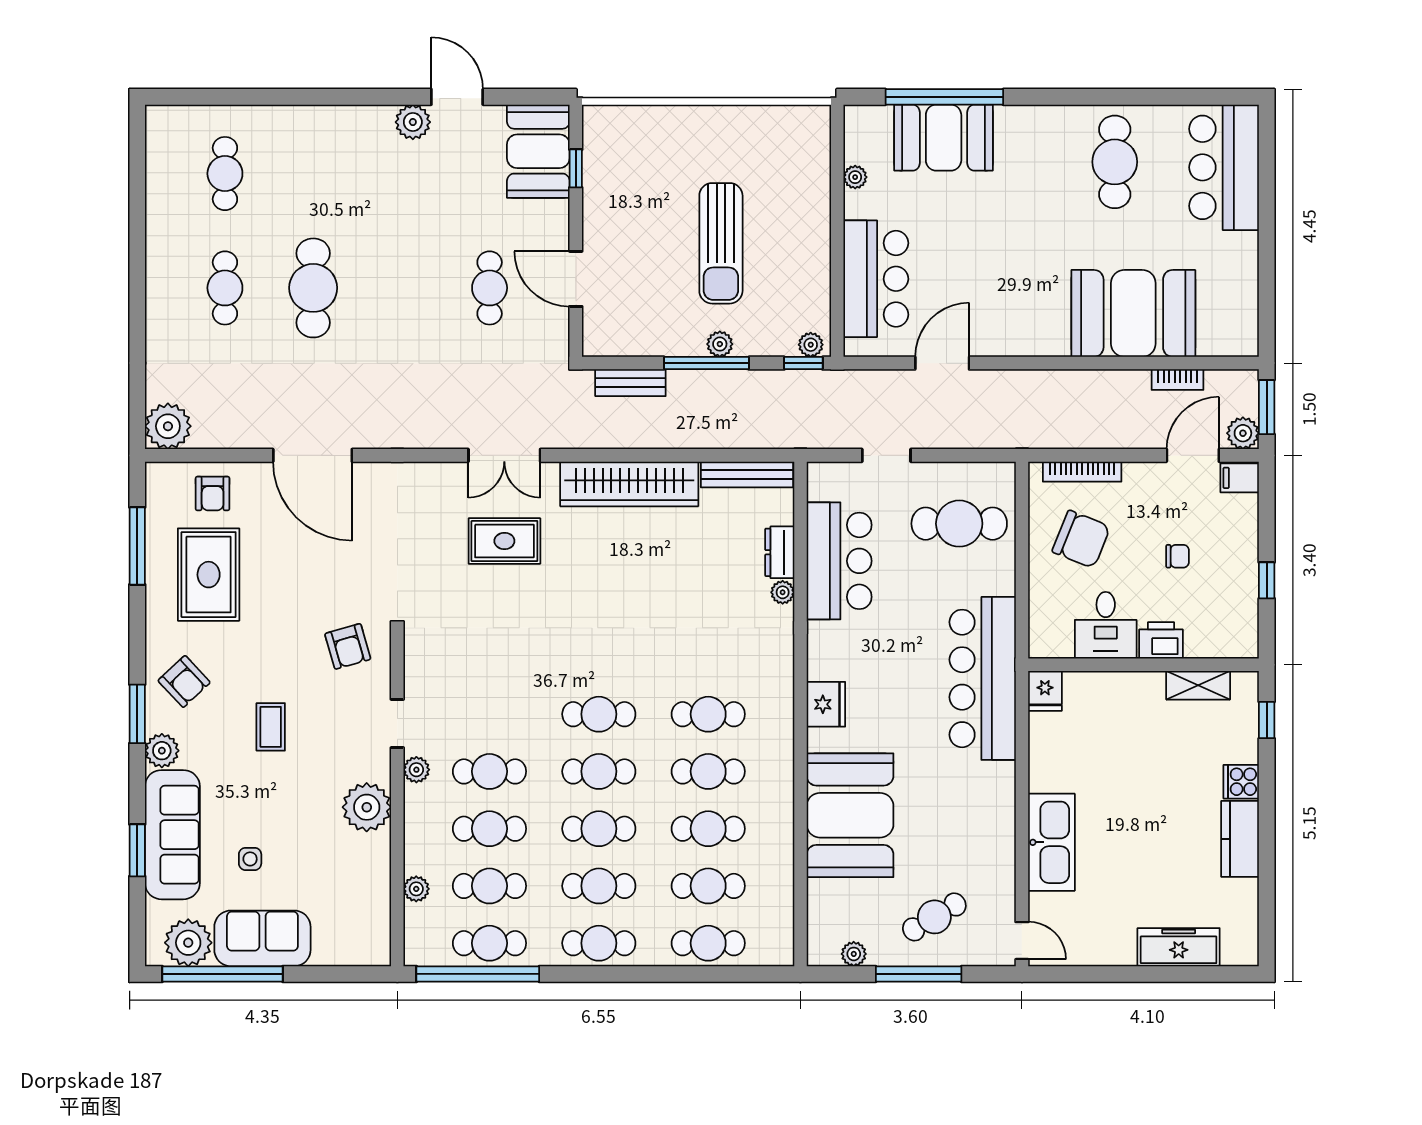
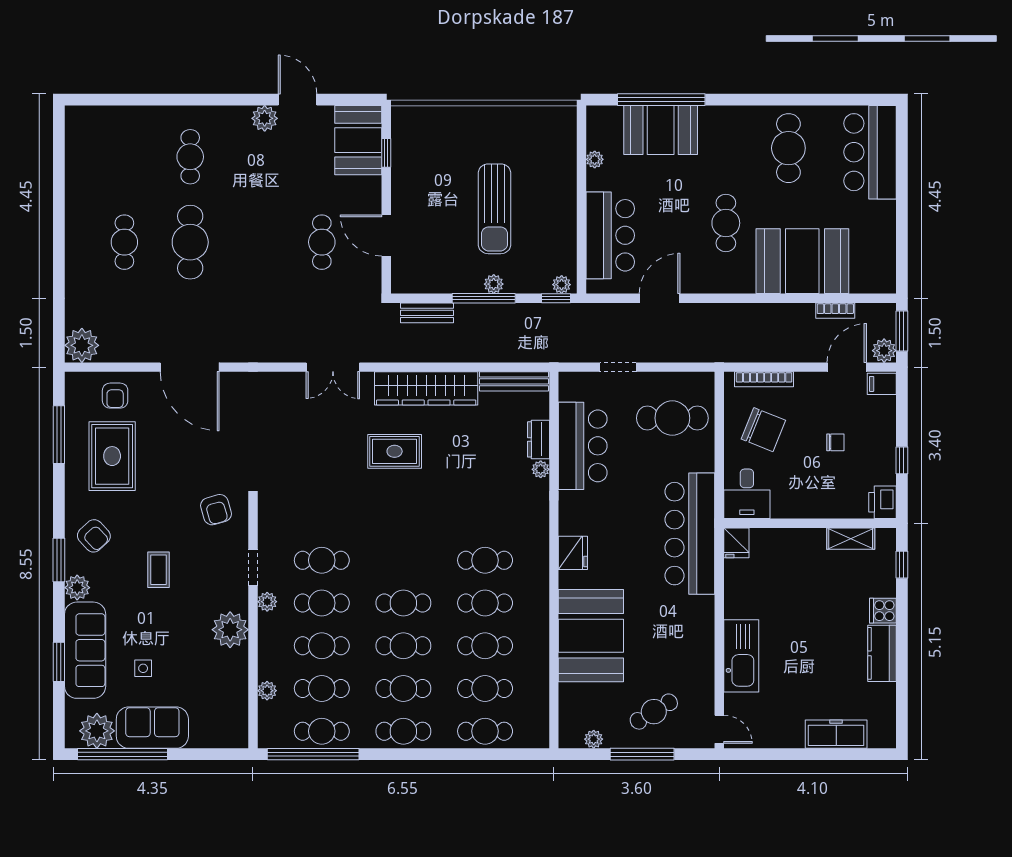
cafe table: (225, 174) -> (190, 157), moved
cafe table: (1031, 262) -> (726, 223), added
rug: (504, 541) -> (395, 451), moved
desk: (1106, 625) -> (747, 494), moved
printer: (1161, 640) -> (883, 502), moved, turned -90
cafe table: (599, 714) -> (322, 560), moved

